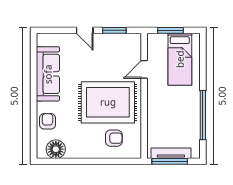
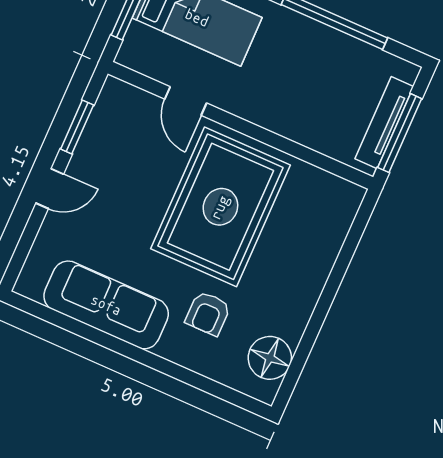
armchair: (47, 121) -> (208, 313), moved, turned -90
armchair: (114, 138) -> (300, 227), removed

